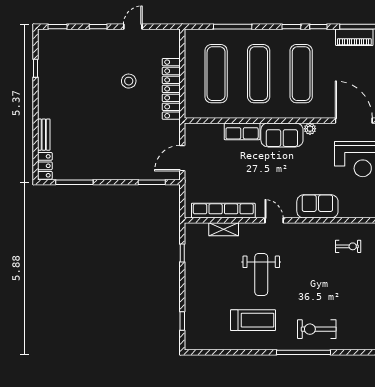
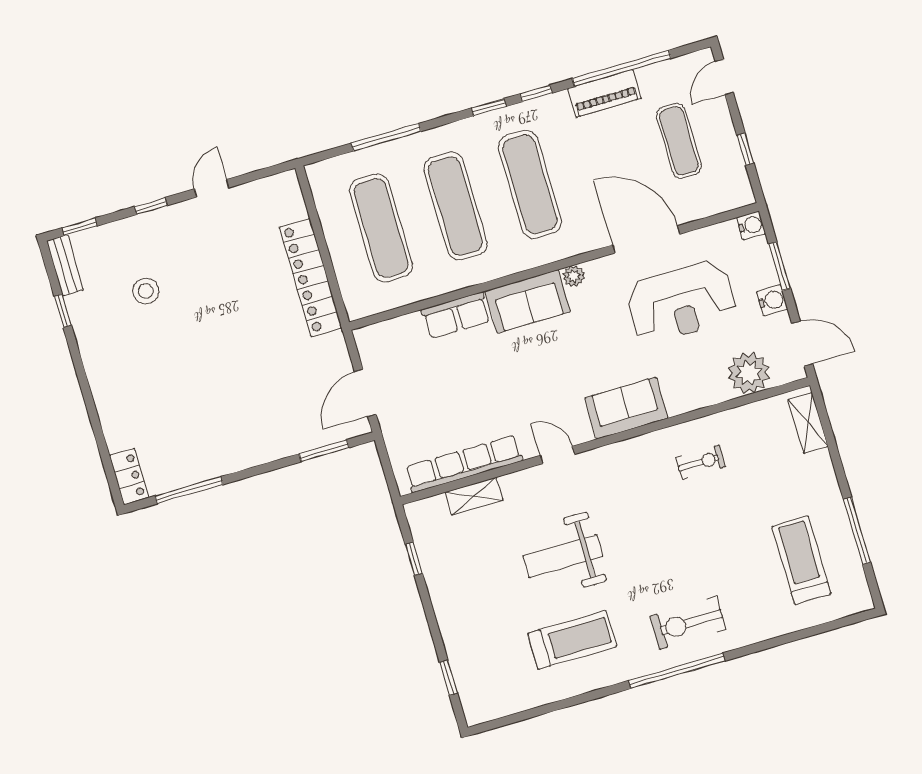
stool: (129, 81) -> (146, 291), moved
bench: (44, 135) -> (65, 265), moved
weight bench: (261, 275) -> (563, 556), turned 90

